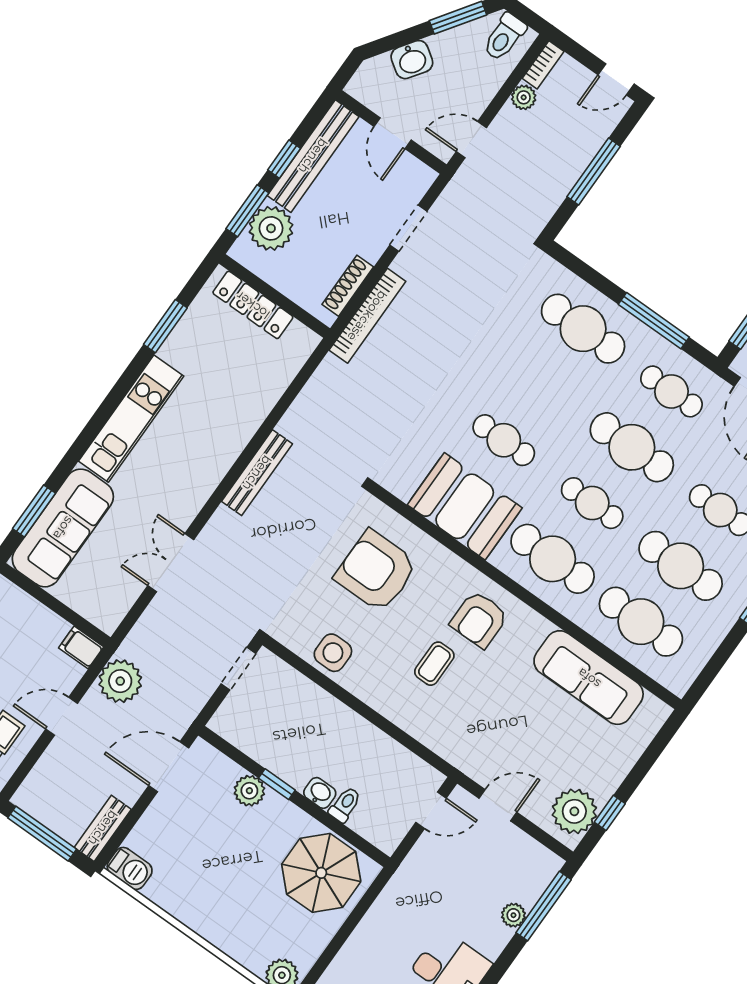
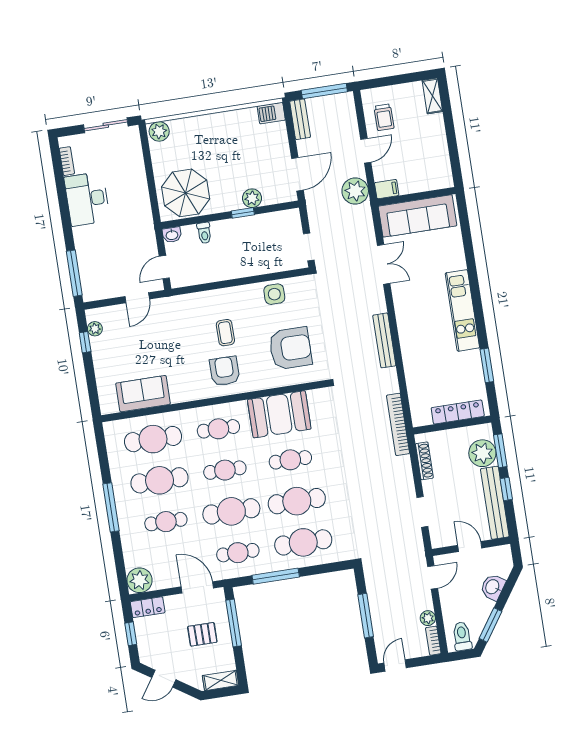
bookcase: (367, 316) -> (398, 424), moved
cafe table: (543, 384) -> (297, 501), added
window: (34, 511) -> (465, 229), removed
sofa: (63, 528) -> (418, 216), moved, turned -90
cafe table: (553, 559) -> (218, 429), width x0.73, depth x0.74
sofa: (589, 678) -> (143, 394), width x0.73
washbasin: (320, 793) -> (172, 235), moved
plant: (574, 811) -> (95, 329), width x0.53, depth x0.53
plant: (513, 915) -> (84, 256), removed

